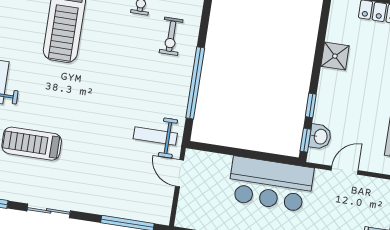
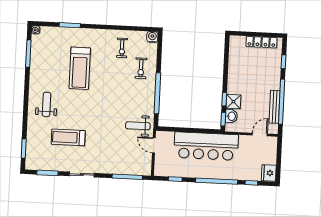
shower: (335, 56) -> (233, 102), moved
door: (345, 170) -> (260, 134), moved
bar counter: (271, 184) -> (206, 146), width x1.36

